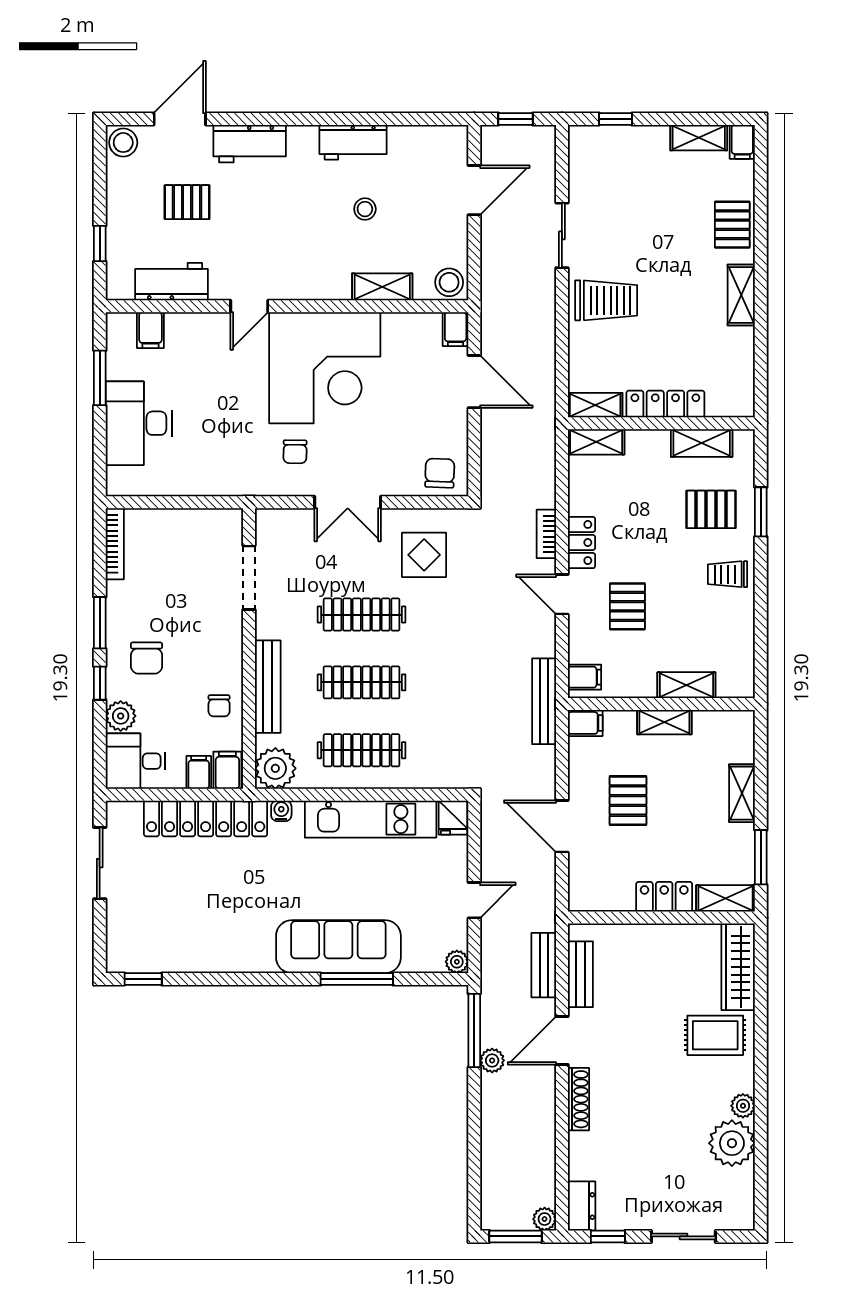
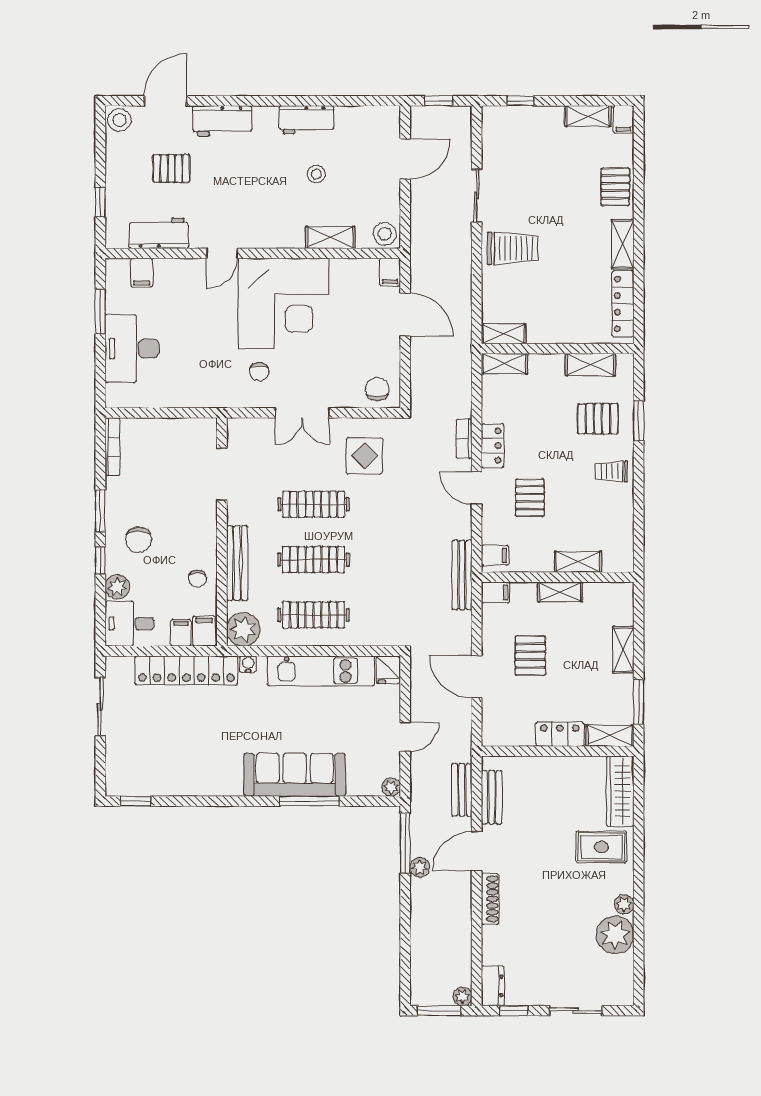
locker: (665, 404) -> (623, 304), moved, turned -90

